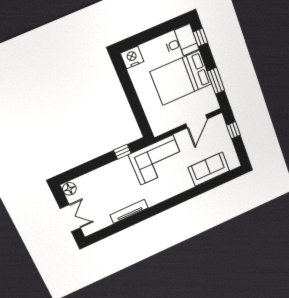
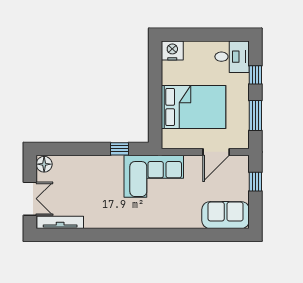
window: (200, 37) -> (255, 75), moved
bed: (181, 78) -> (193, 107), moved, turned 180
sofa: (209, 169) -> (226, 215), moved
tv unit: (129, 211) -> (60, 222), moved

